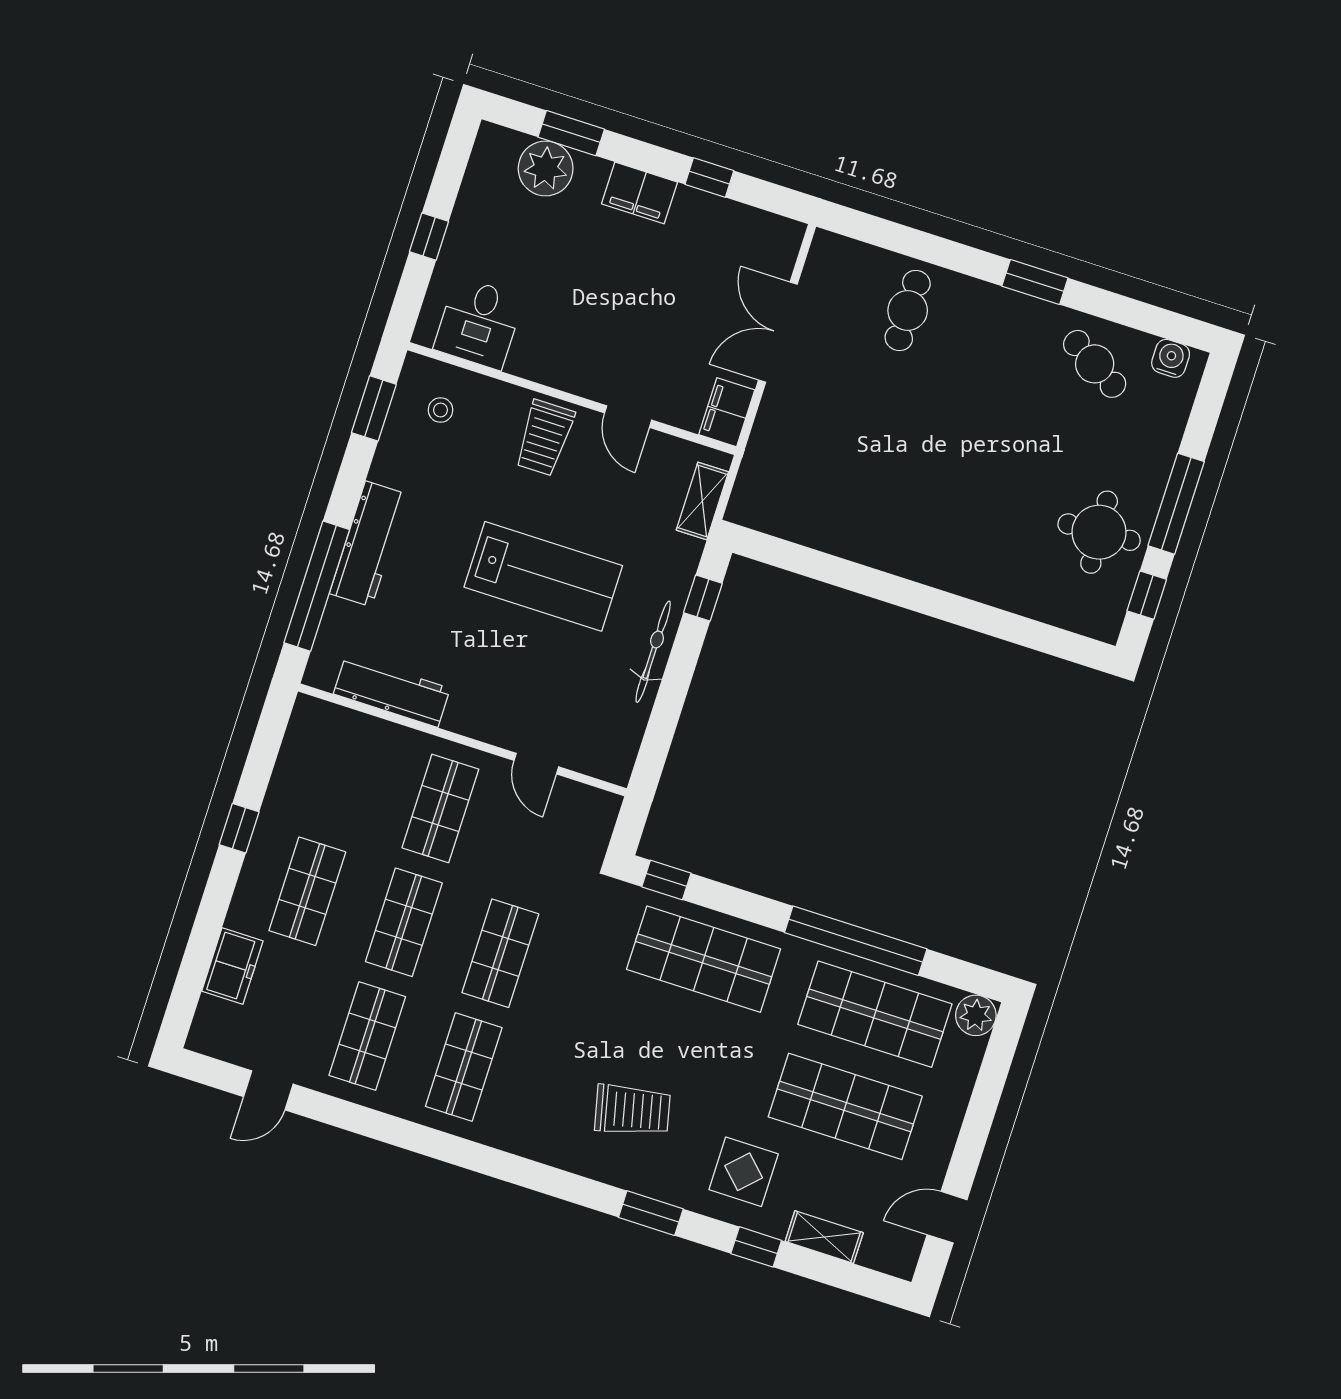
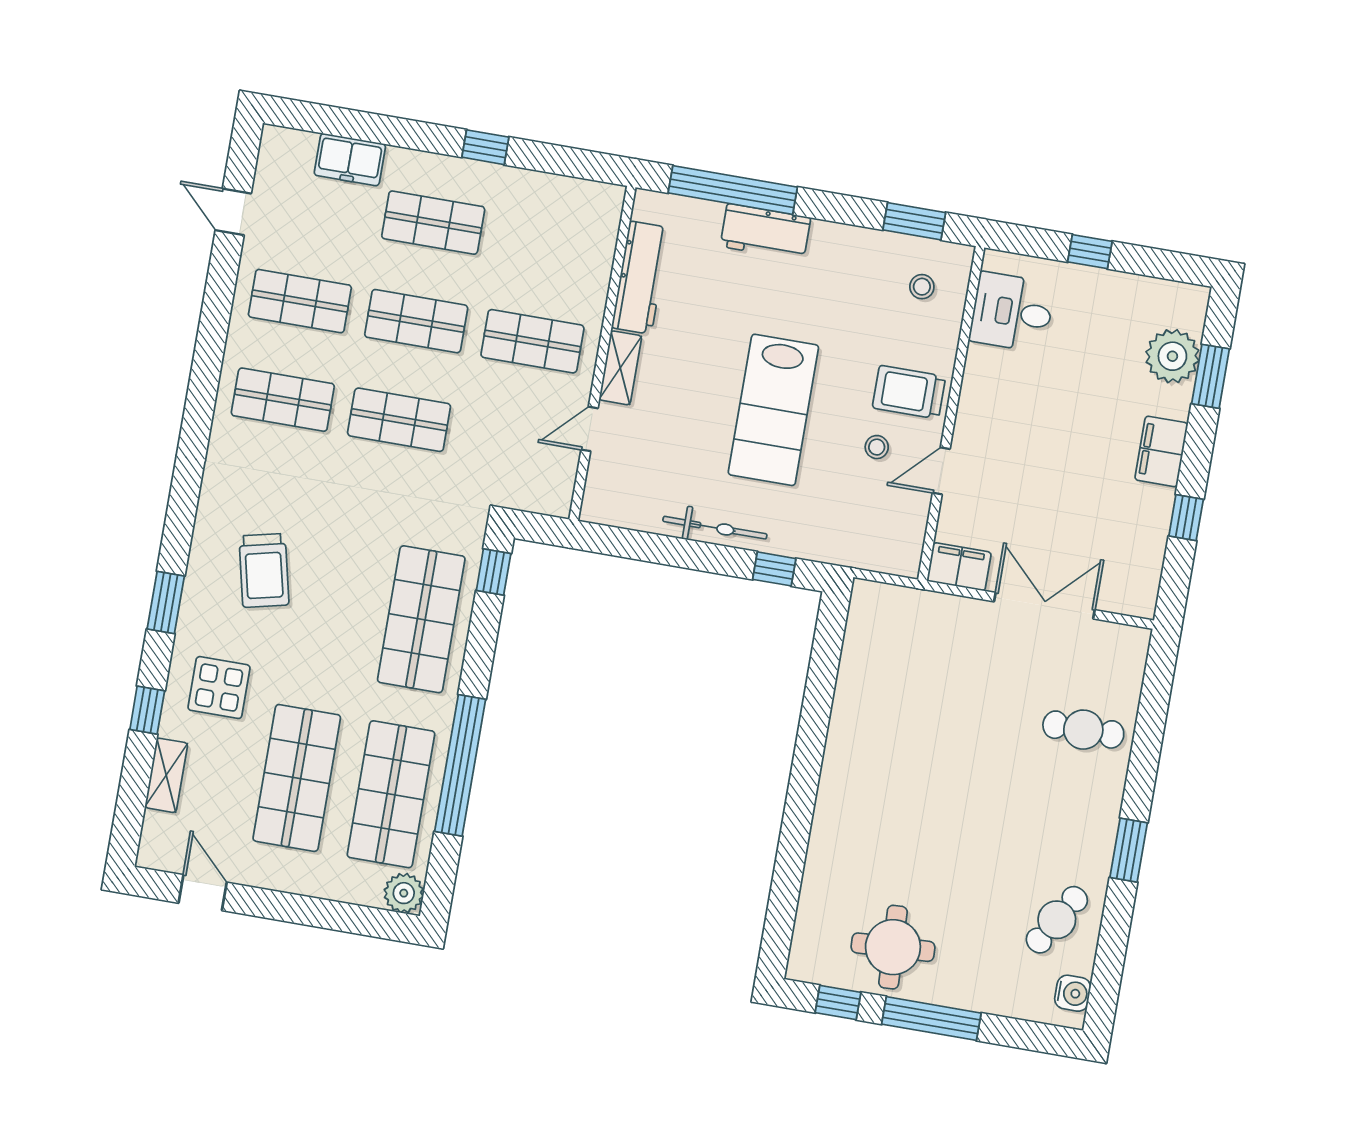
stool: (595, 478) -> (877, 447), added
shelving: (702, 501) -> (620, 368), moved, turned 90
workbench: (368, 544) -> (765, 232), width x0.73

